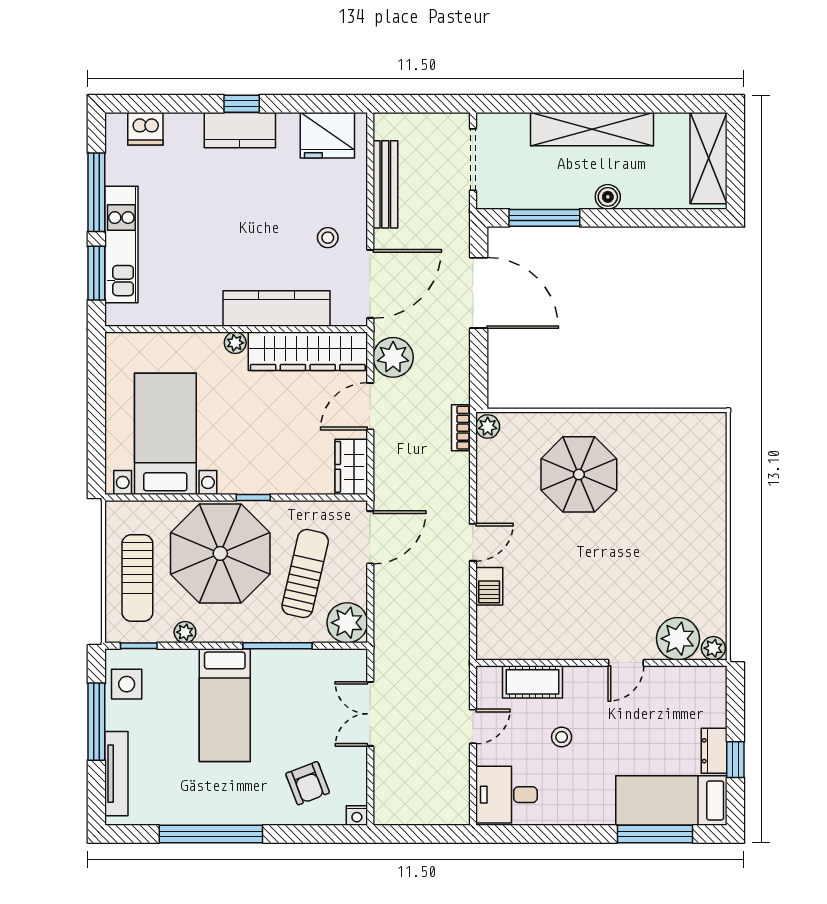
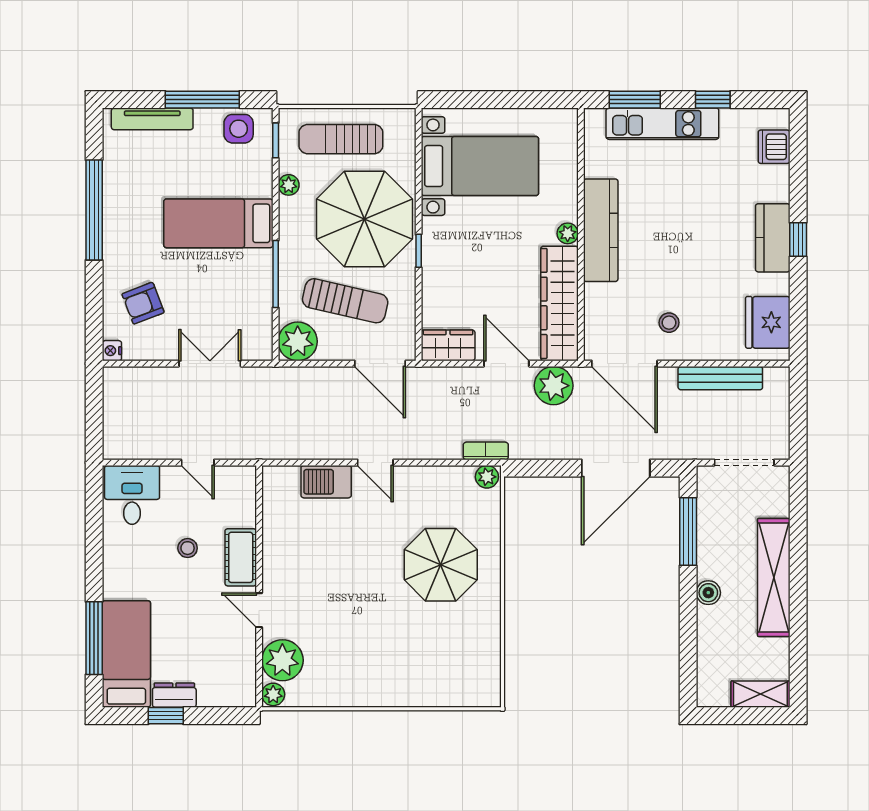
shelving: (709, 158) -> (760, 694), width x0.67, depth x0.75
window: (96, 192) -> (713, 100), width x0.46
kitchen counter: (277, 308) -> (601, 230), moved
barbecue: (489, 586) -> (326, 482), width x1.38, depth x1.27
cot: (532, 682) -> (241, 557), moved

